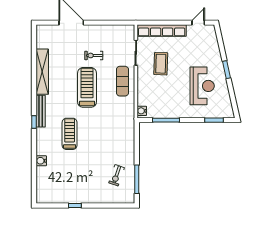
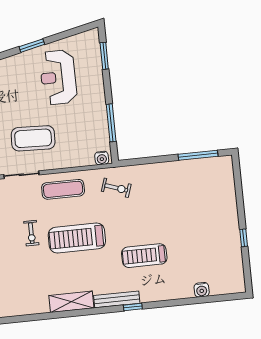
coffee table: (161, 64) -> (33, 138), width x1.36, depth x1.32
shelving: (42, 72) -> (71, 302), width x0.68
reception desk: (202, 86) -> (58, 77), turned -90
water cooler: (41, 161) -> (202, 290), moved
exercise bike: (117, 175) -> (116, 188), moved

